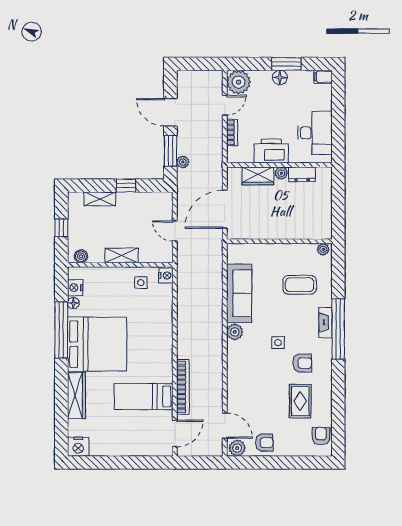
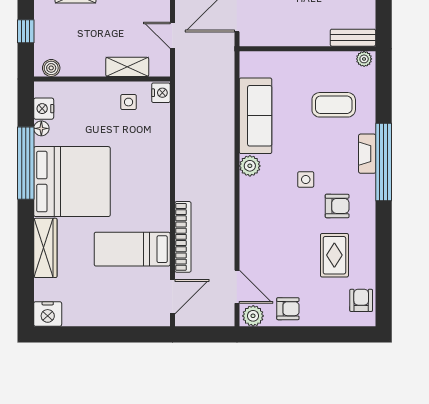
bench: (315, 233) -> (353, 38), added
shelving: (122, 255) -> (127, 67), moved

